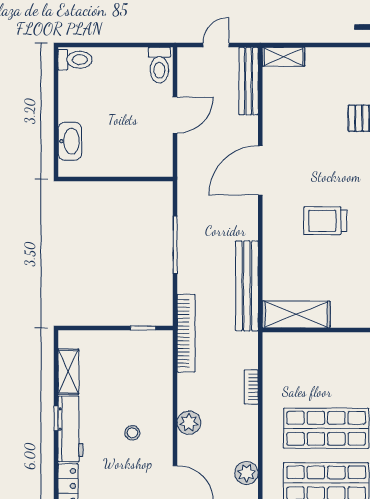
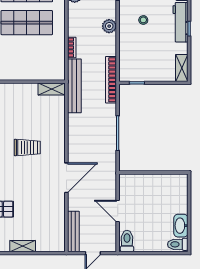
shelving: (283, 57) -> (23, 246), moved
door: (175, 115) -> (118, 211), hinge flipped
washbasin: (70, 141) -> (181, 226), moved
bench: (247, 286) -> (74, 86), moved
shelving: (296, 314) -> (52, 89), width x0.67, depth x0.75
shelving: (68, 372) -> (182, 68), moved

